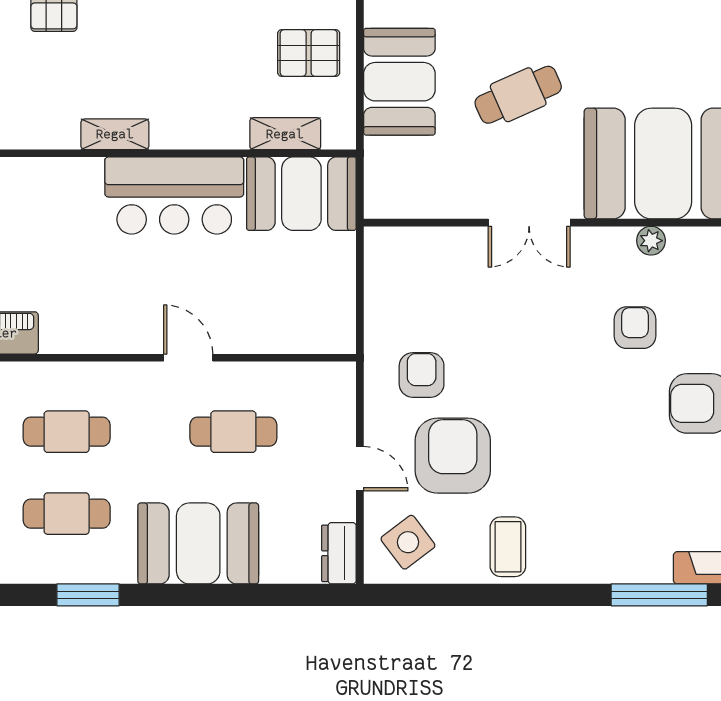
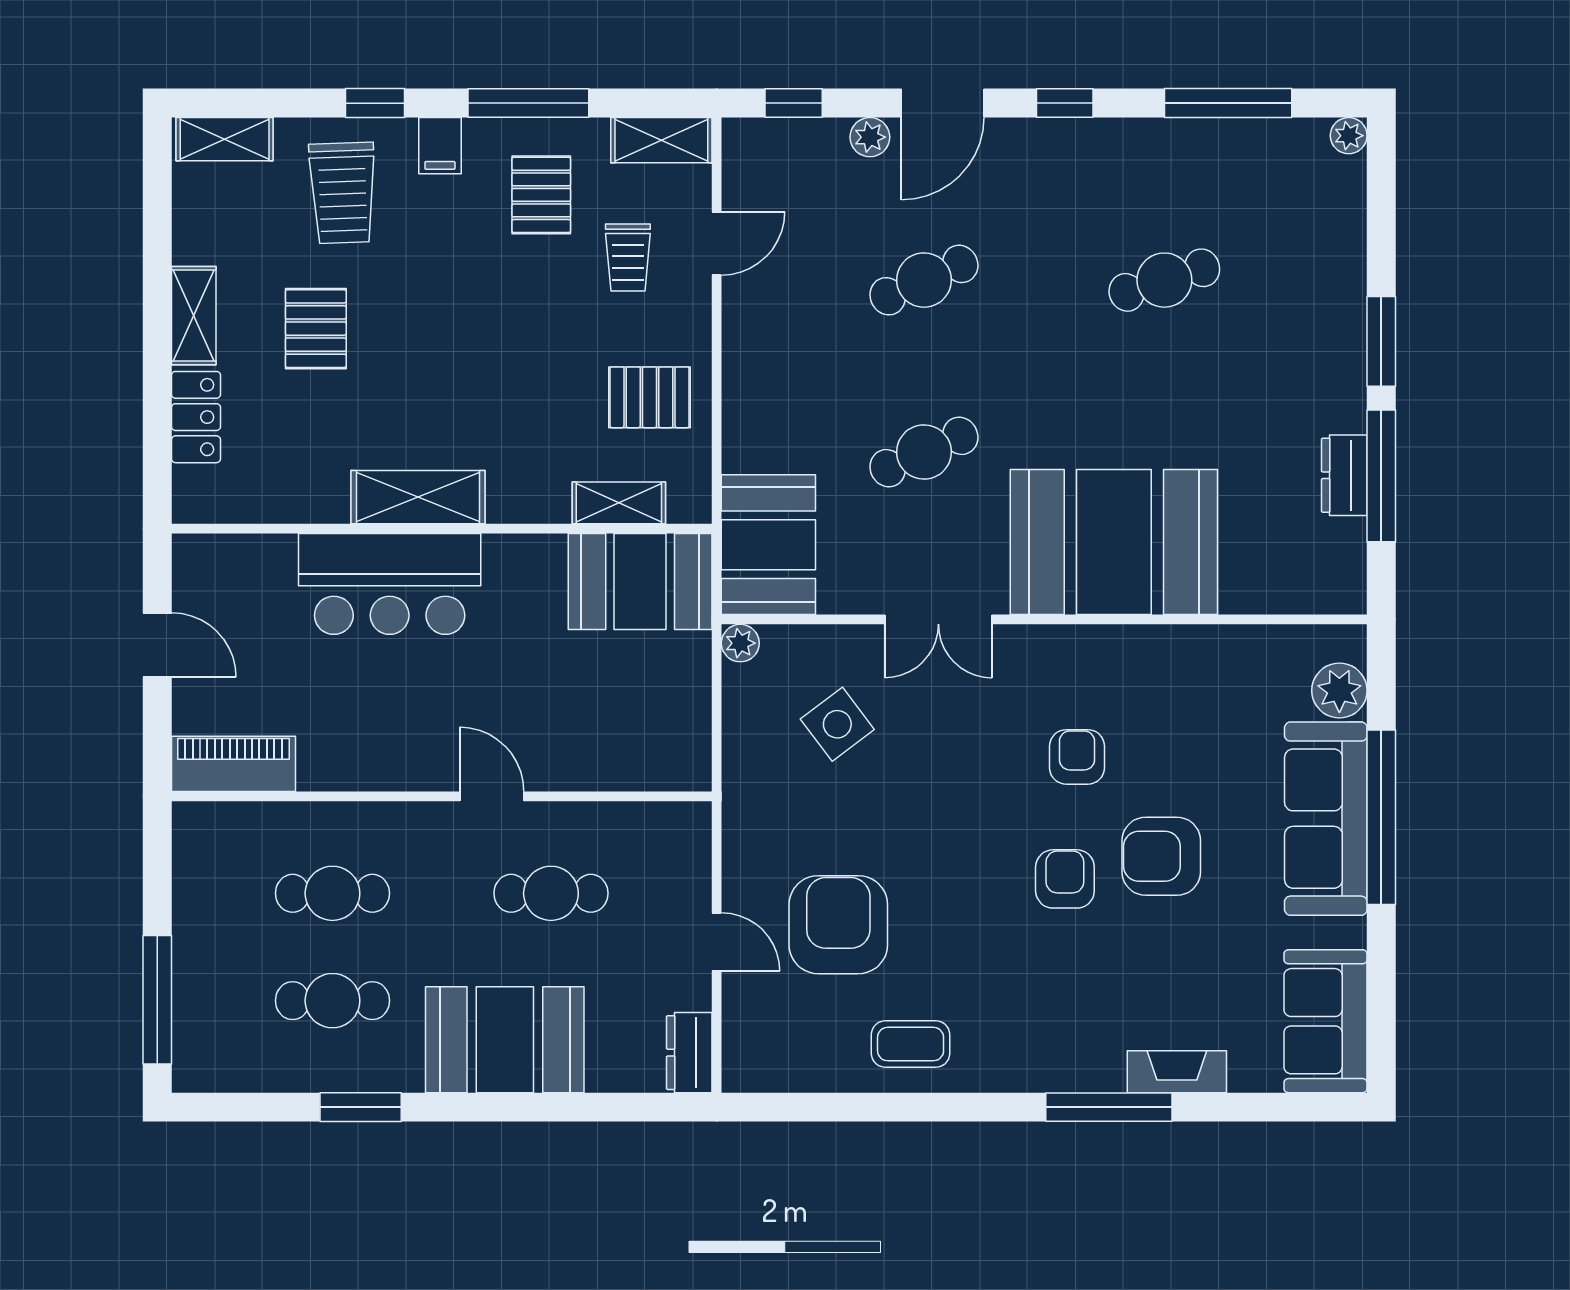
booth: (399, 82) -> (768, 545), moved
shelving: (115, 134) -> (418, 497), width x1.50, depth x1.33
bar counter: (174, 196) -> (390, 584), moved
plant: (651, 241) -> (740, 643), moved
armchair: (422, 375) -> (1065, 879), moved
side table: (408, 542) -> (837, 724), moved
coffee table: (508, 547) -> (911, 1044), turned 90

